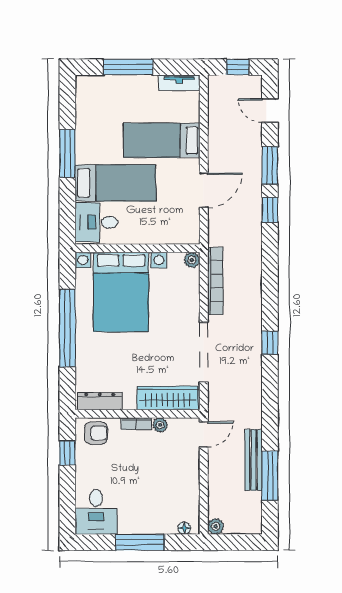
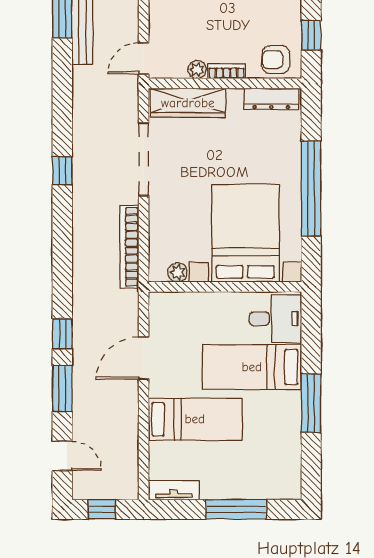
plant: (192, 260) -> (178, 272), moved

